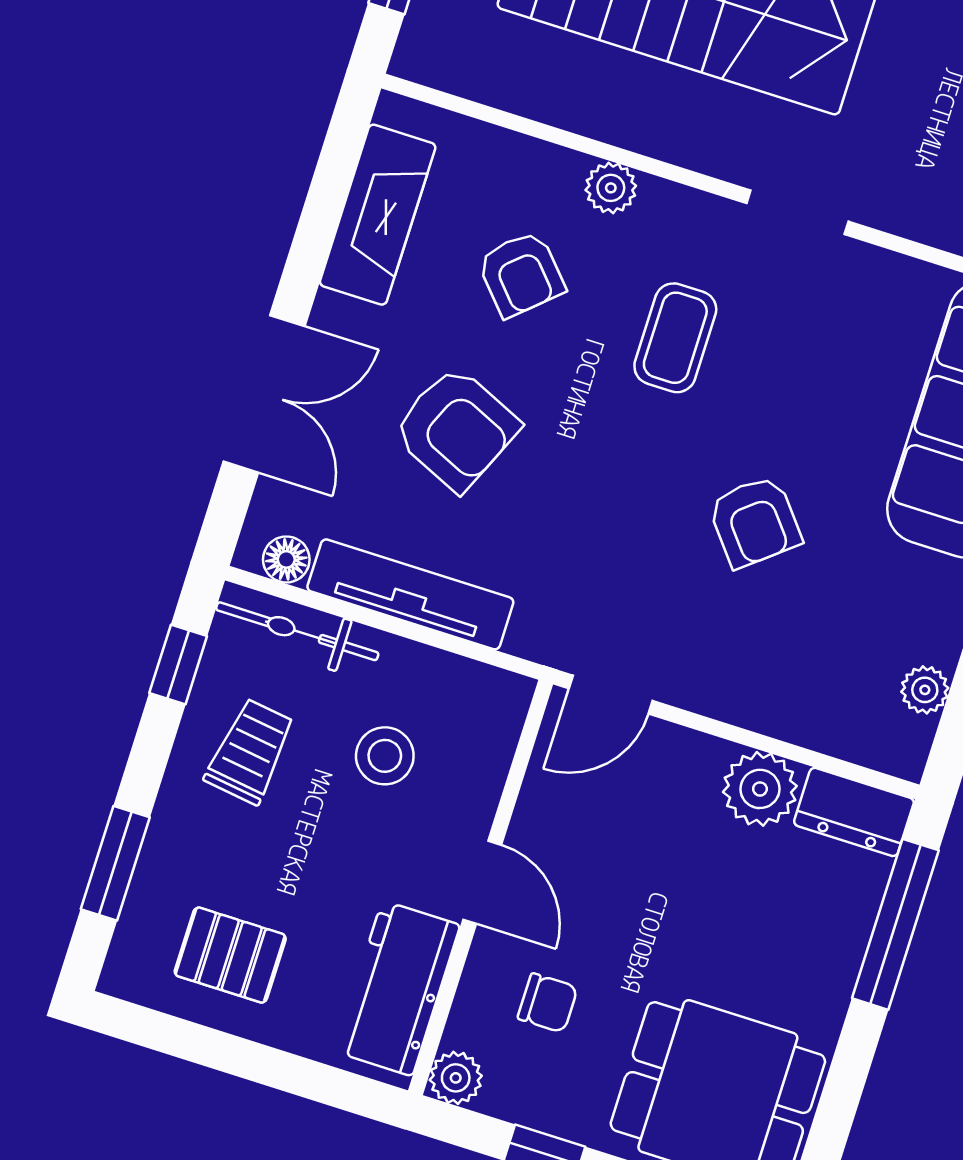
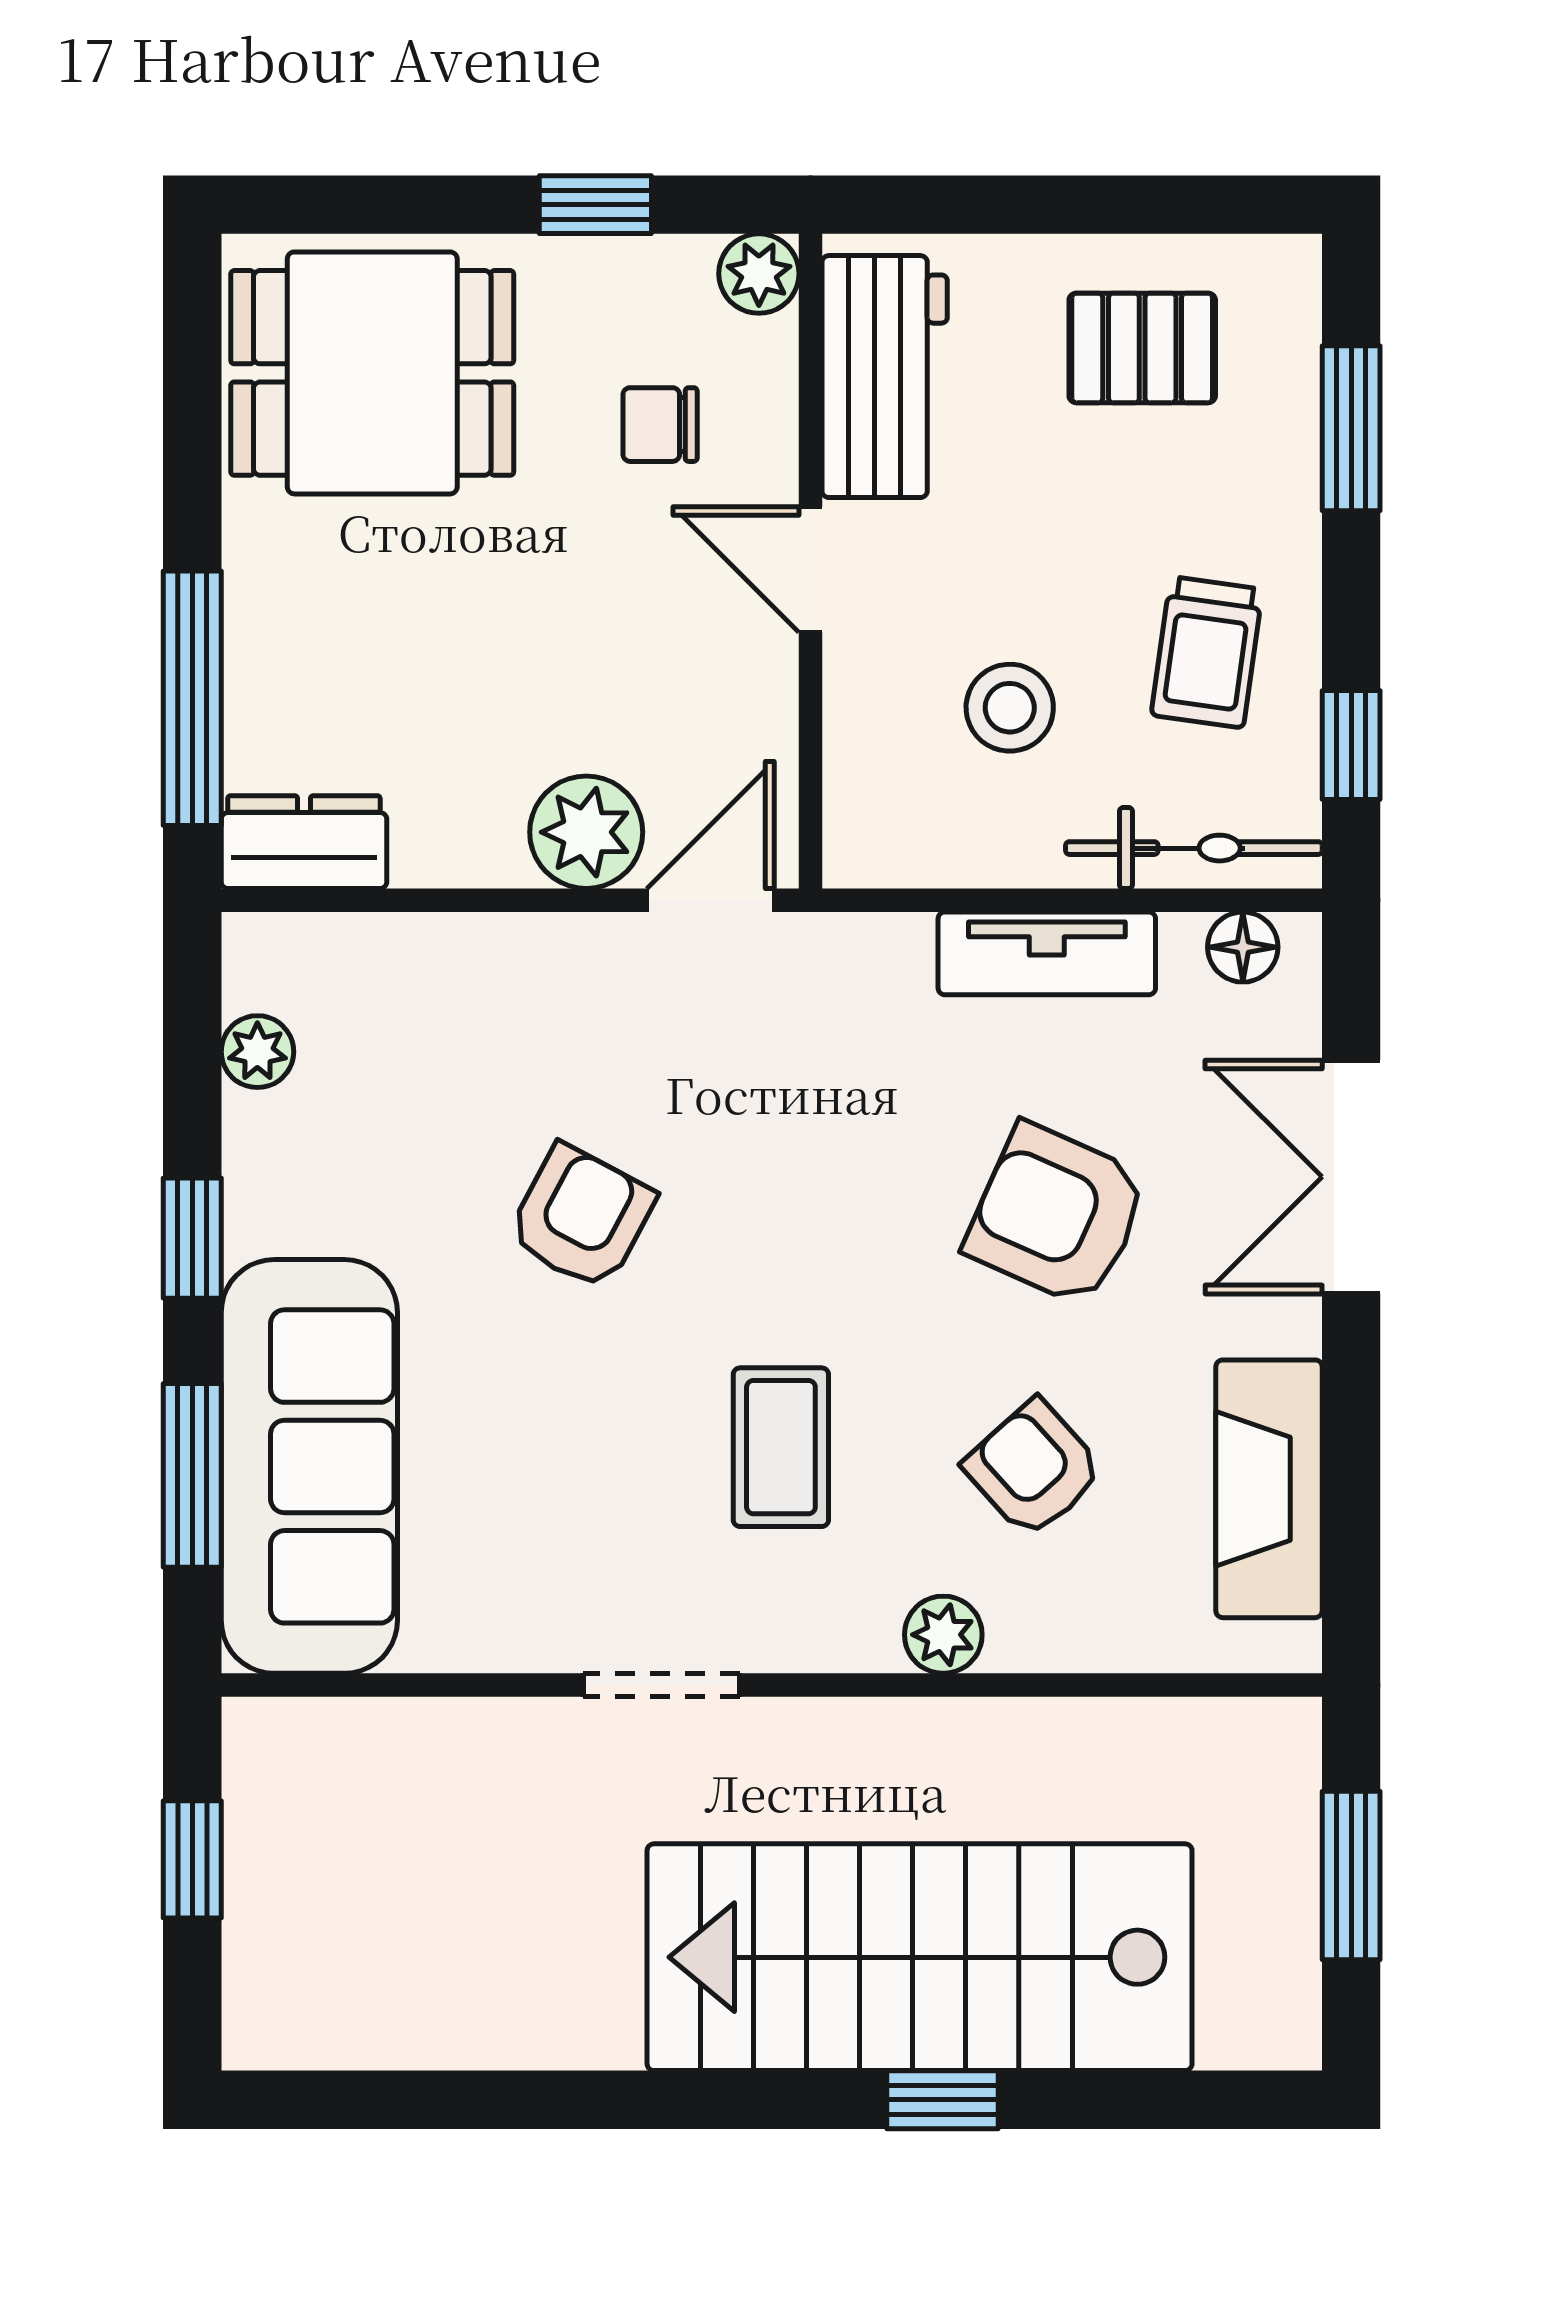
armchair: (755, 522) -> (581, 1217), turned 67
tv unit: (410, 594) -> (1047, 953), width x0.71
plant: (760, 789) -> (586, 832), moved

